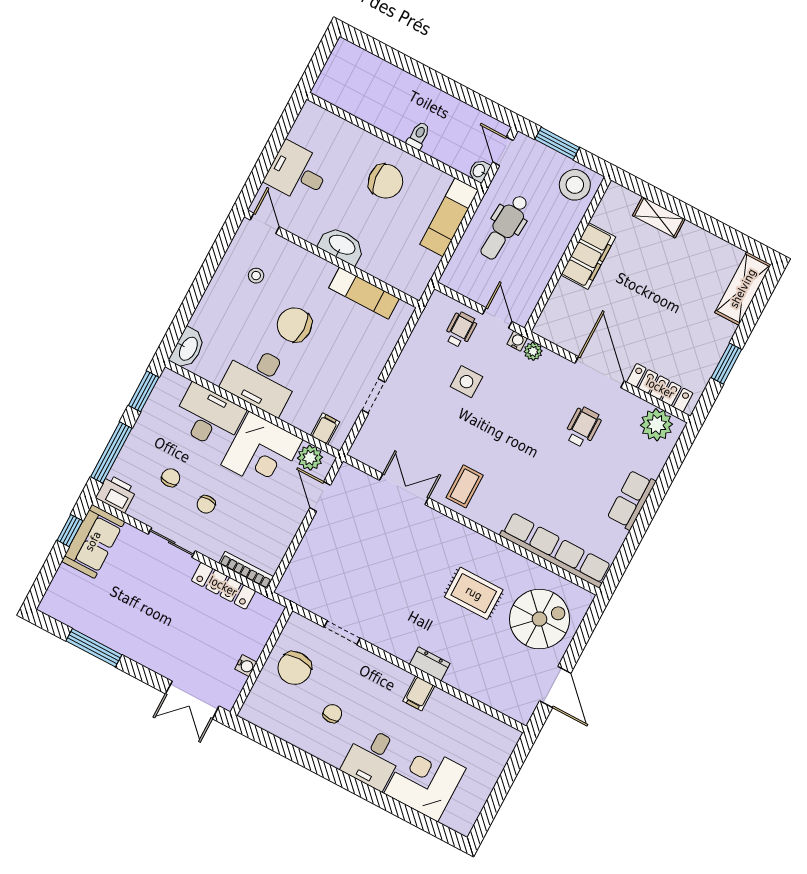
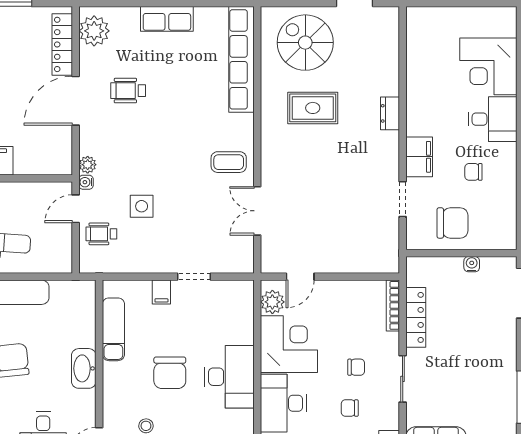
filing cabinet: (325, 429) -> (161, 292), moved, turned -90
rug: (474, 593) -> (313, 108), turned 90
filing cabinet: (419, 693) -> (419, 157), moved, width x2.00

